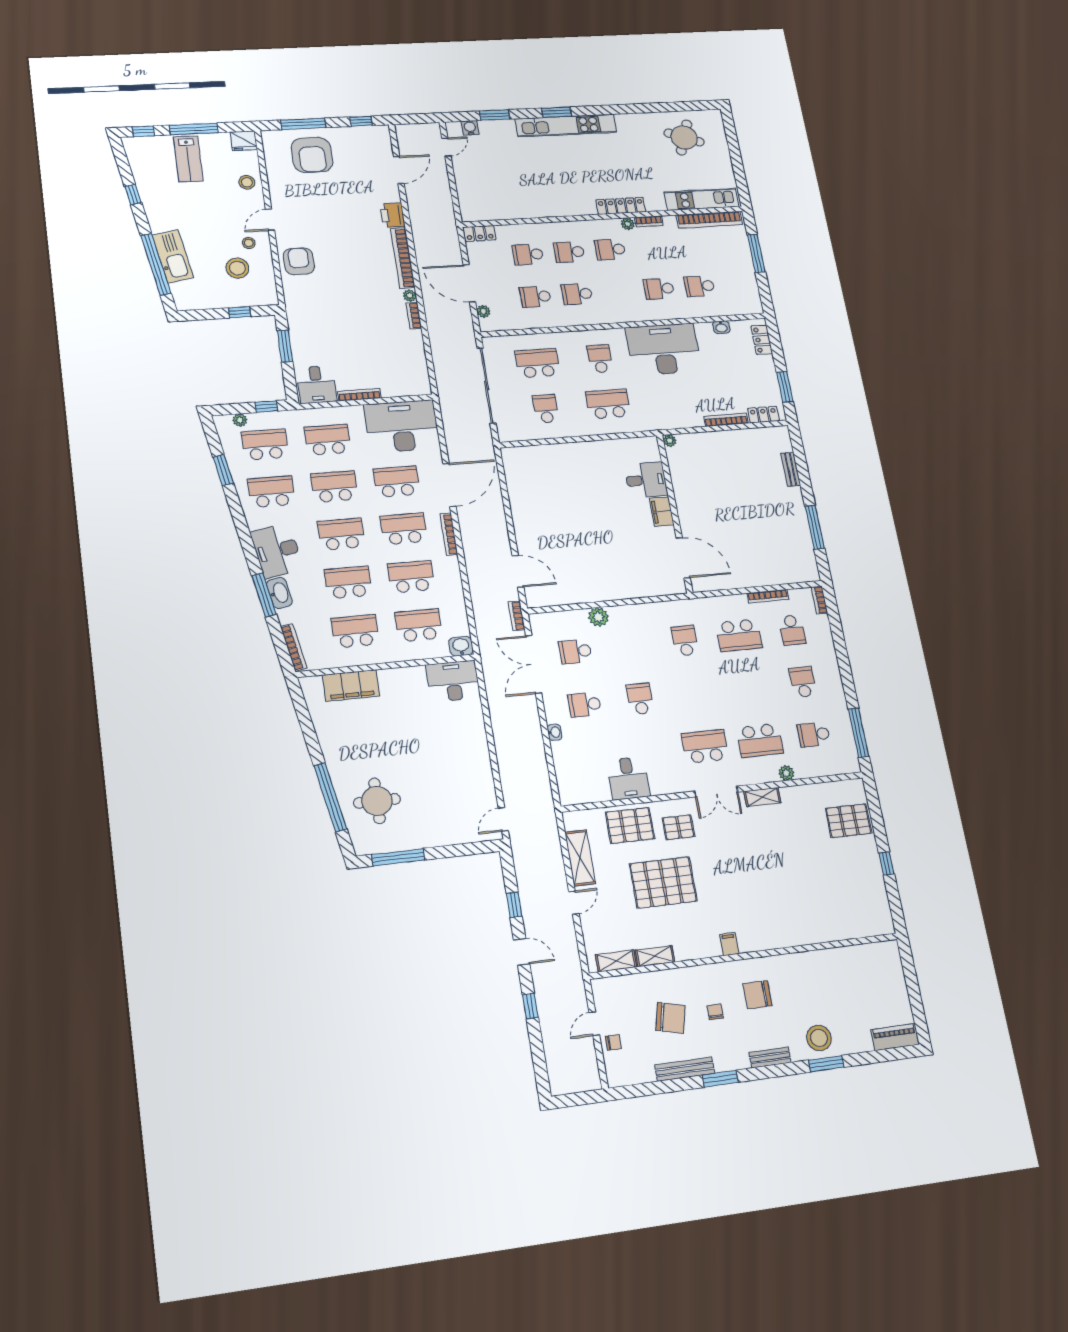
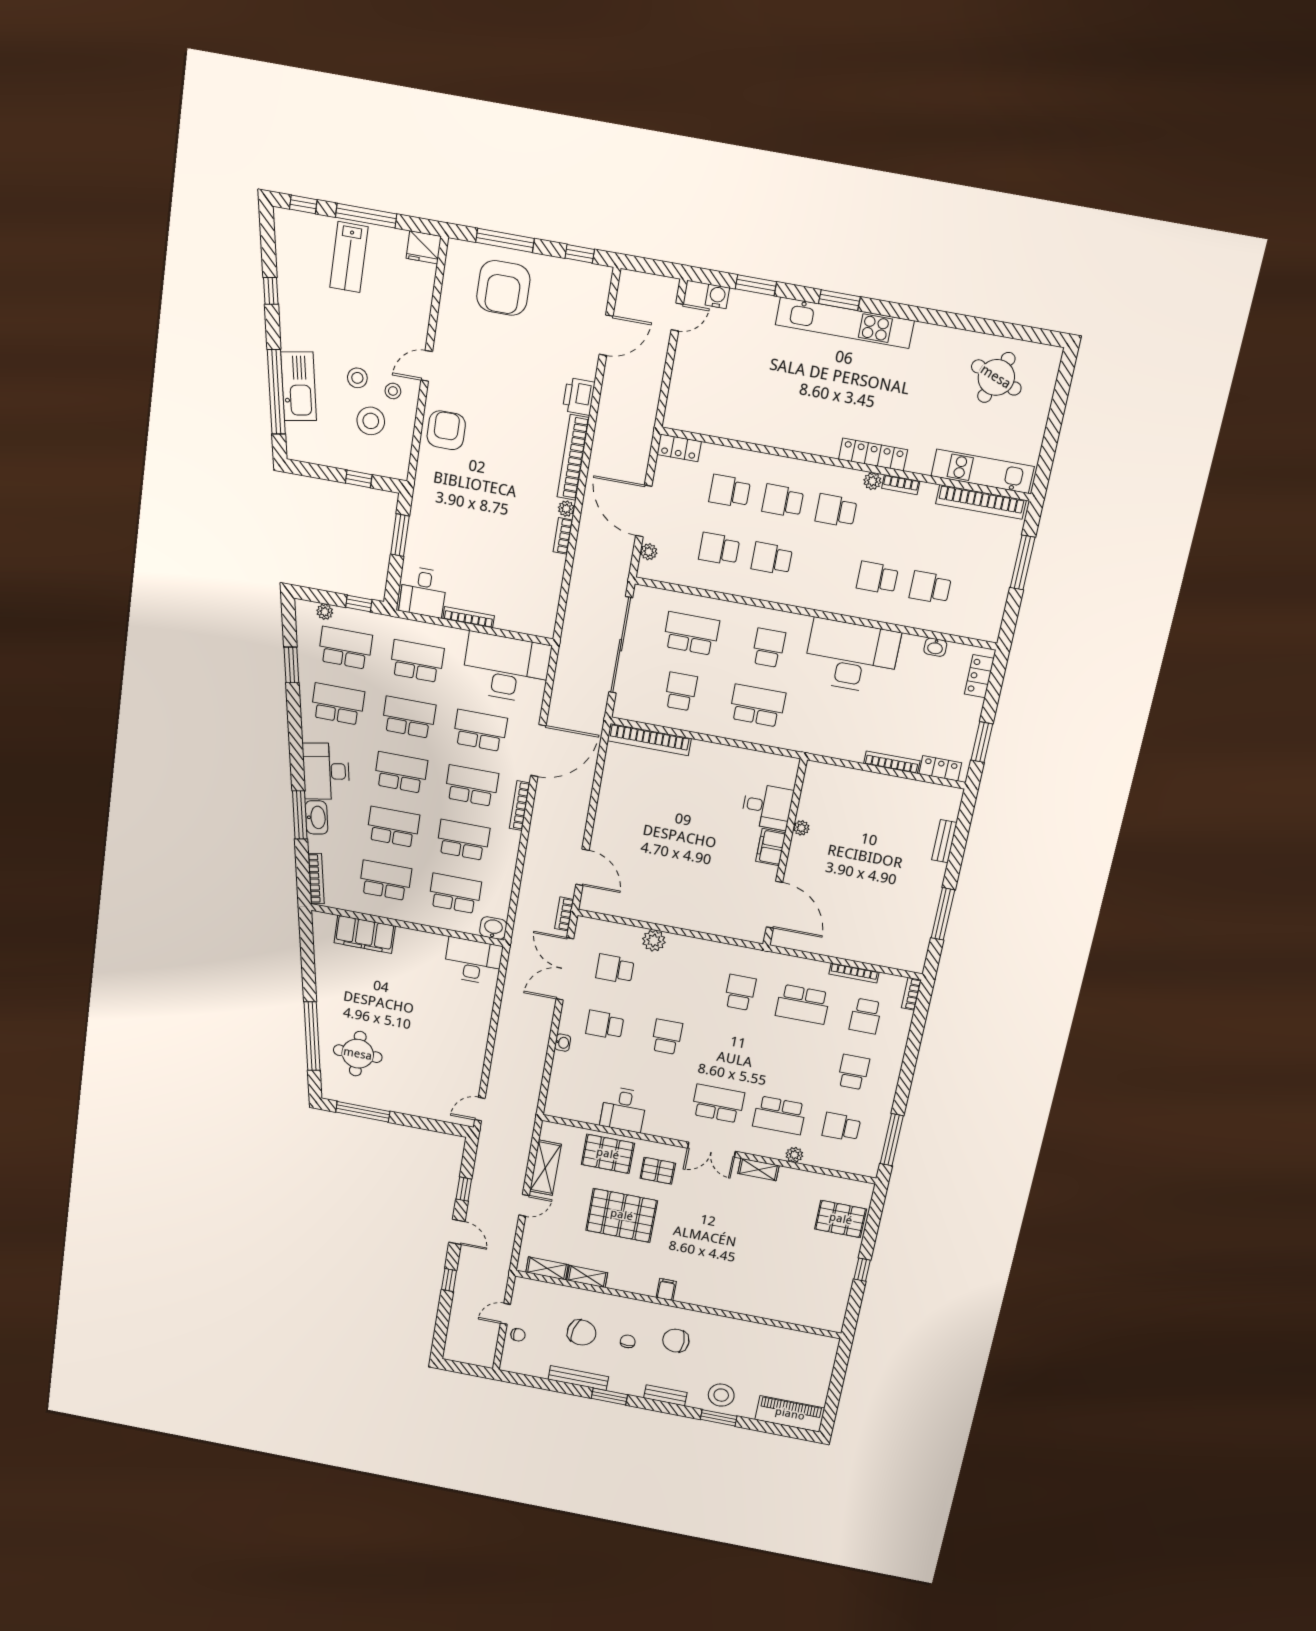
stool: (247, 182) -> (357, 378), moved
plant: (670, 441) -> (801, 828), moved
bookcase: (535, 452) -> (649, 740), added
piano: (895, 1037) -> (790, 1414), width x1.37, depth x1.33

